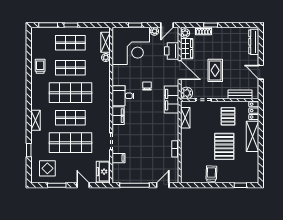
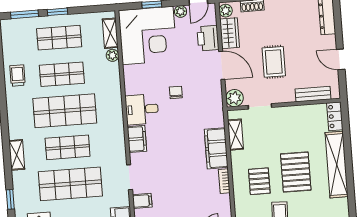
filing cabinet: (171, 100) -> (216, 148), moved
pallet: (228, 116) -> (259, 181), moved
shelving: (253, 136) -> (337, 165), width x1.47

